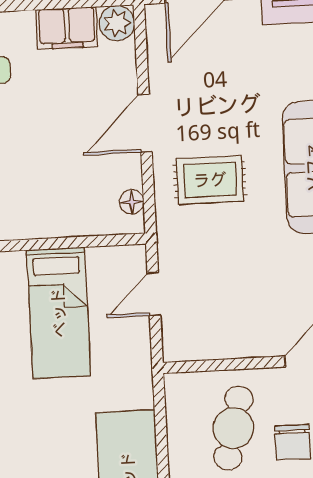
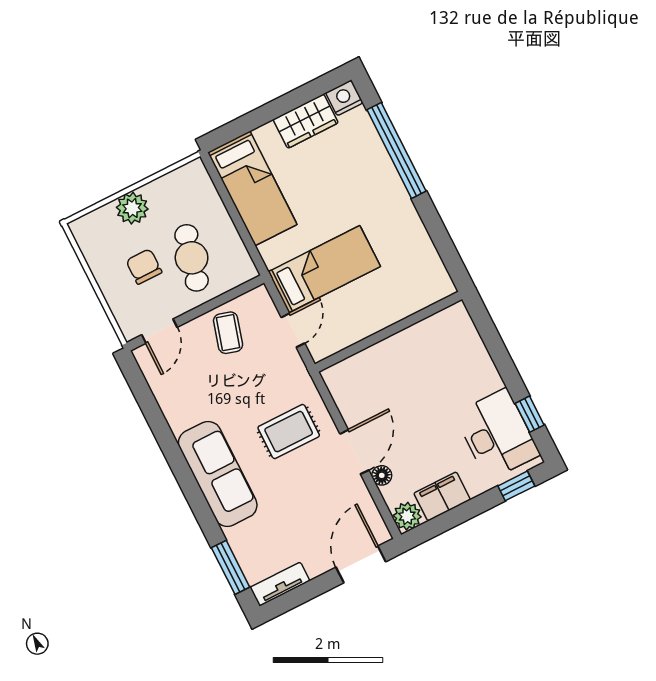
floor lamp: (132, 202) -> (382, 475), moved
bed: (59, 313) -> (324, 269), moved, turned 90
coffee table: (229, 324) -> (228, 333), added

